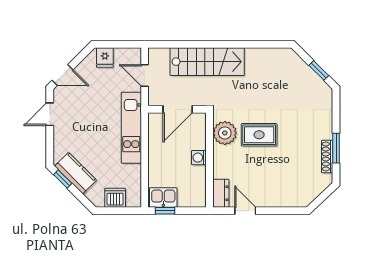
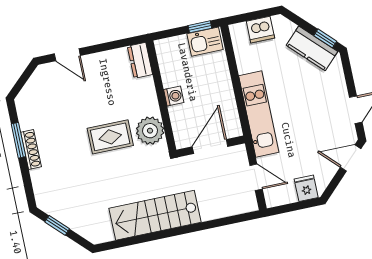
stairs: (207, 62) -> (155, 215), moved
shoe rack: (327, 156) -> (31, 150), moved
door: (245, 211) -> (67, 55), moved

